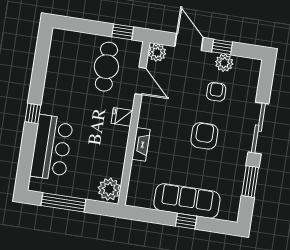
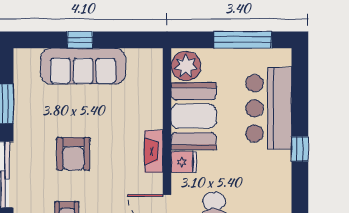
fireplace: (141, 144) -> (154, 151), moved
booth: (109, 150) -> (194, 116), added

